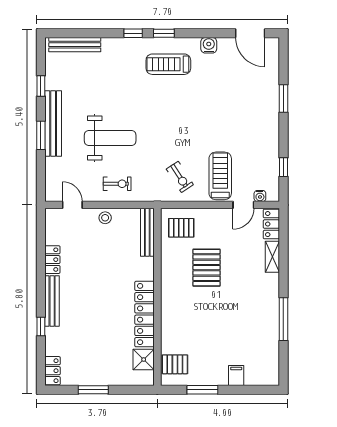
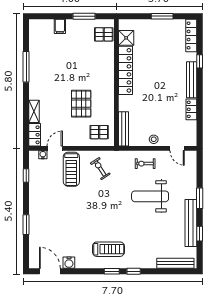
water cooler: (209, 45) -> (69, 263), moved
bench: (53, 123) -> (191, 223), moved
locker: (53, 371) -> (191, 36), width x1.53

